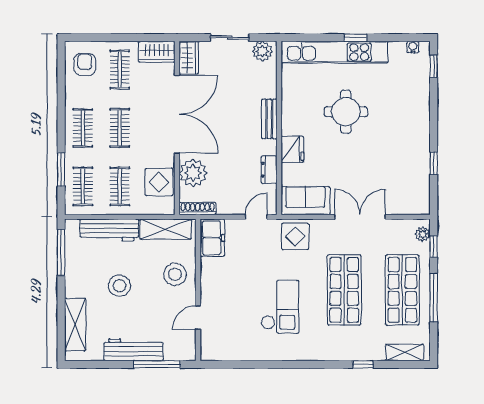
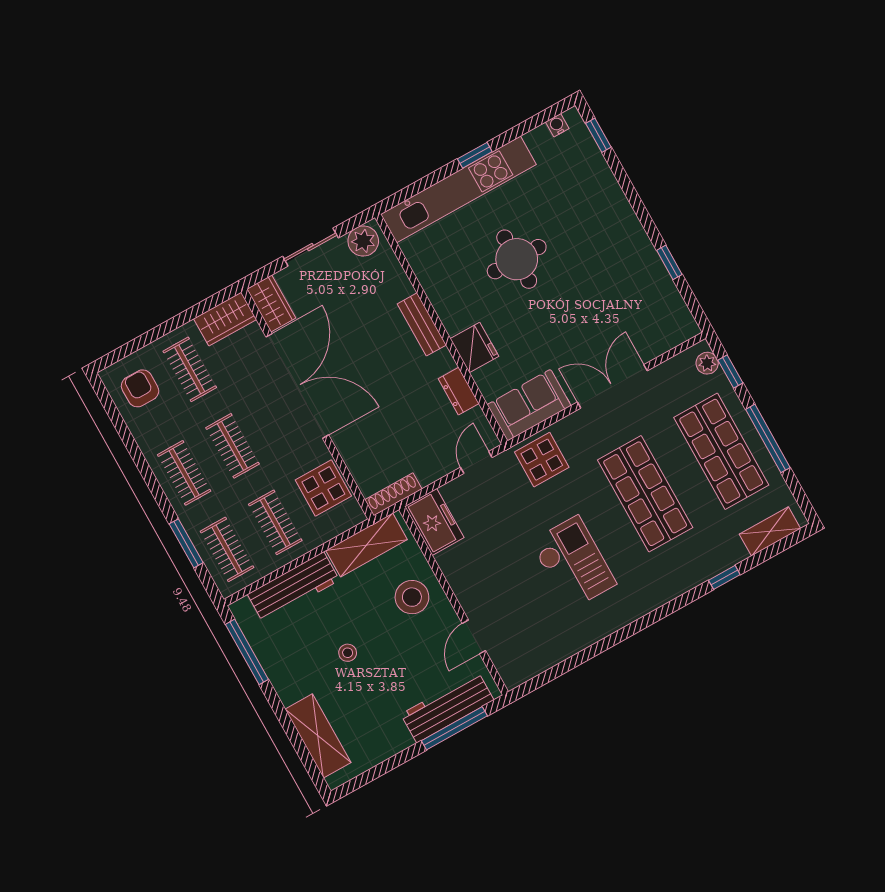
plant: (193, 173) -> (361, 451), removed
stool: (119, 286) -> (348, 653), width x0.53, depth x0.53
workbench: (134, 350) -> (447, 707), moved

